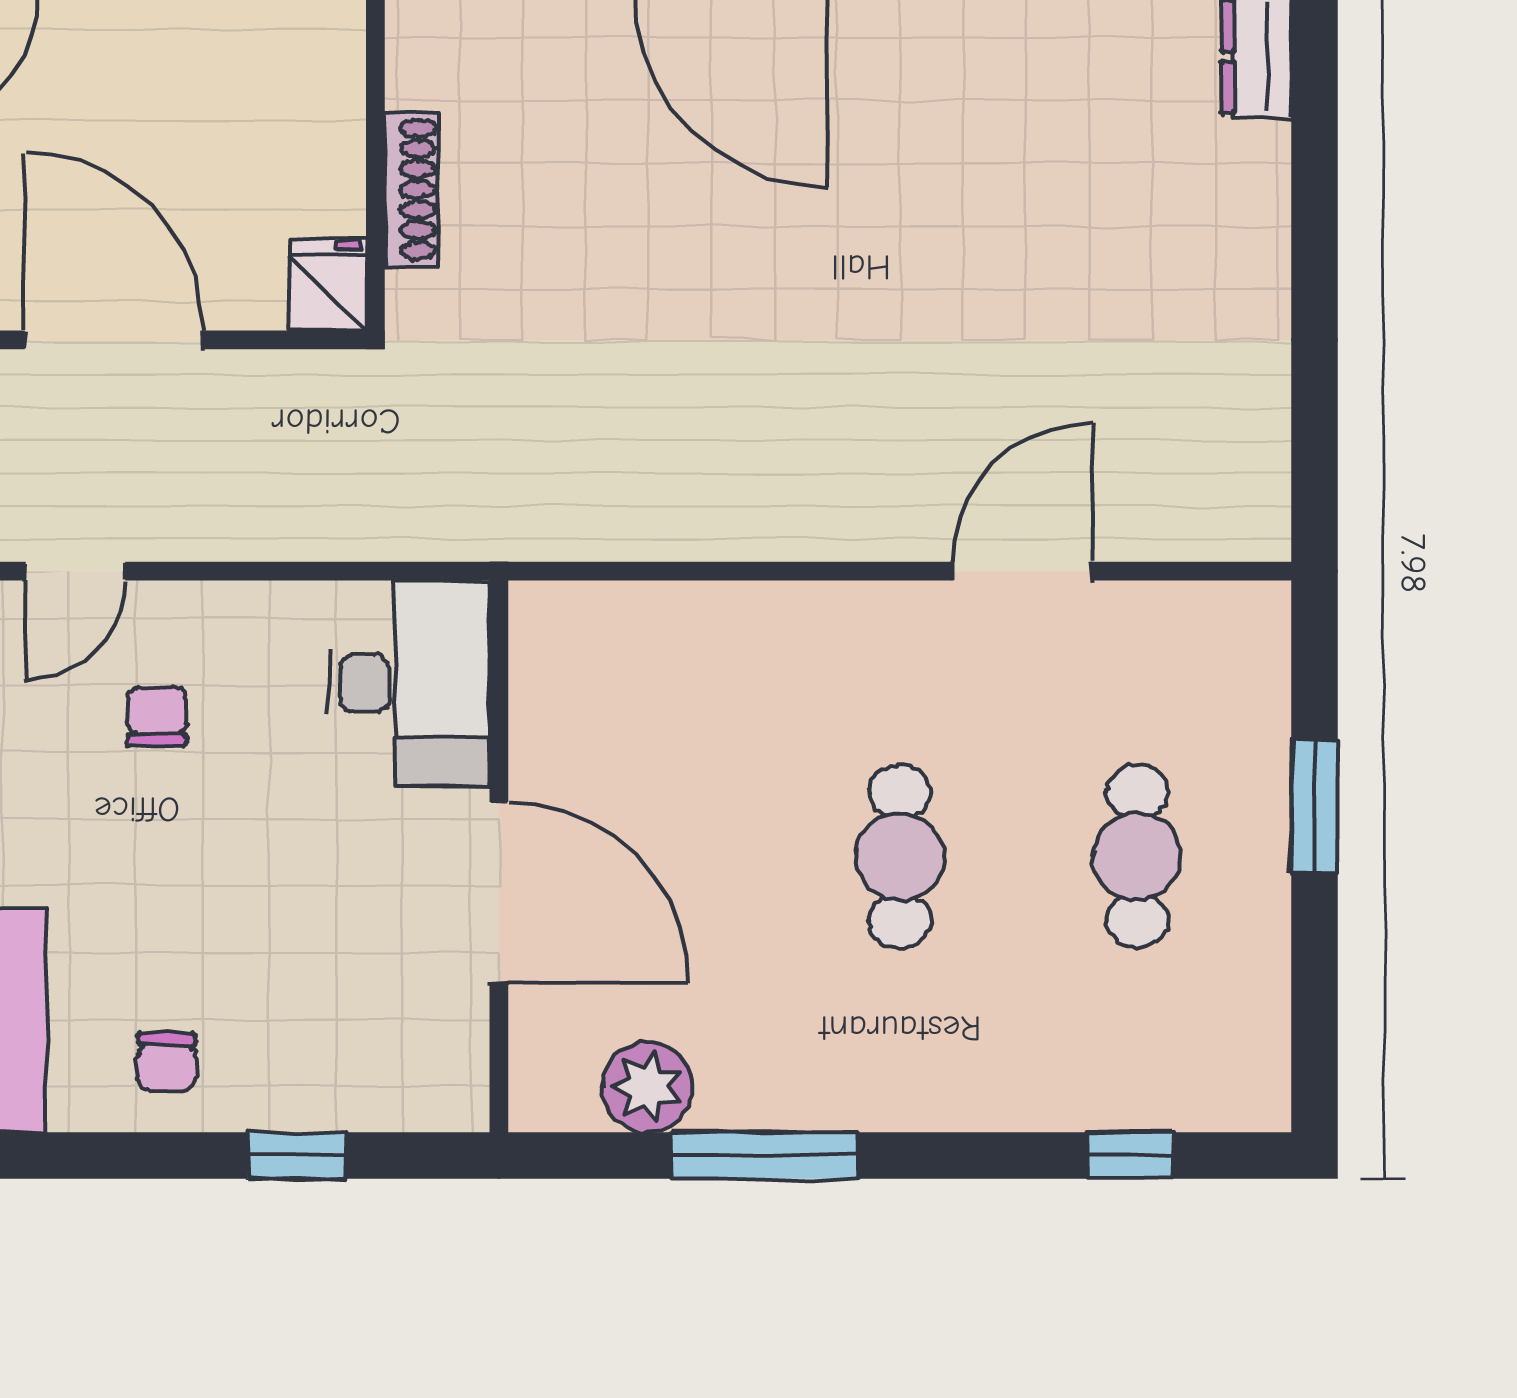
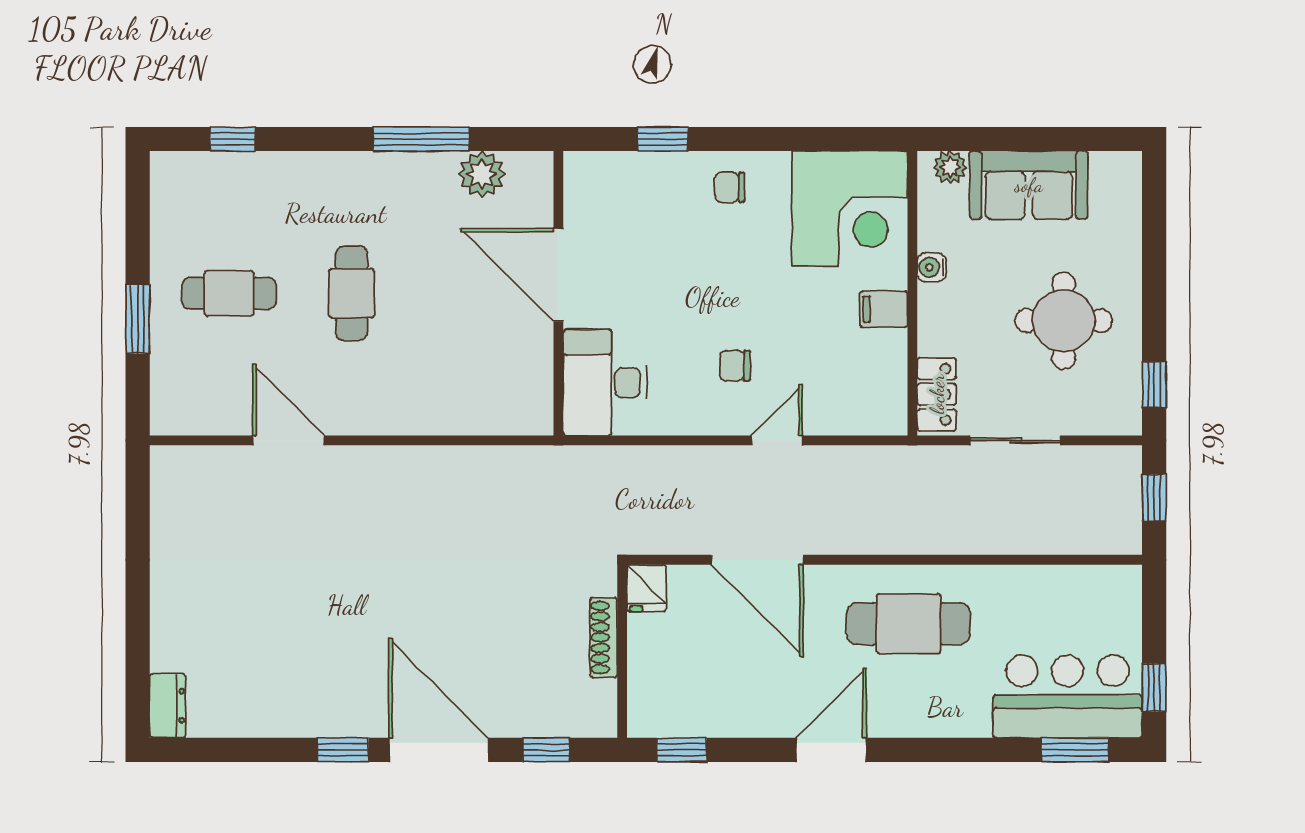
door: (1022, 571) -> (288, 440), swing flipped
chair: (157, 716) -> (735, 366), turned 90
cafe table: (1137, 856) -> (229, 293), turned 90
chair: (167, 1062) -> (730, 187), turned -90

